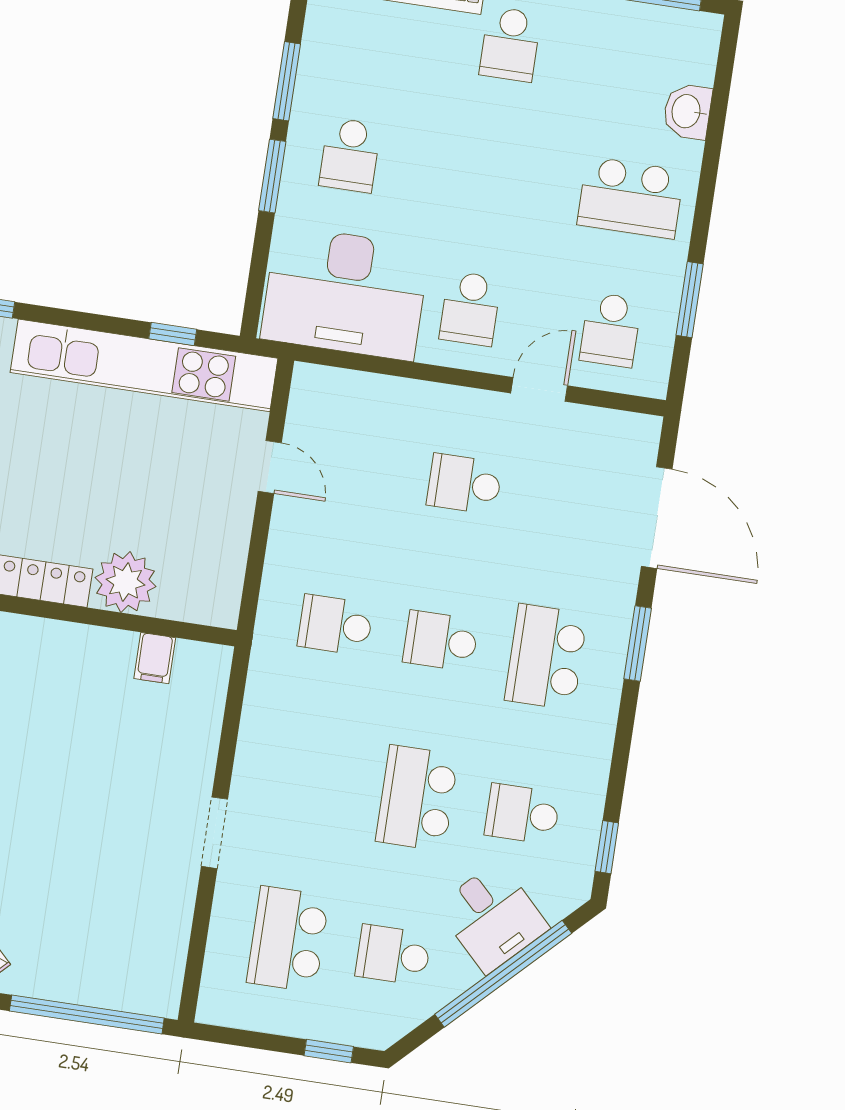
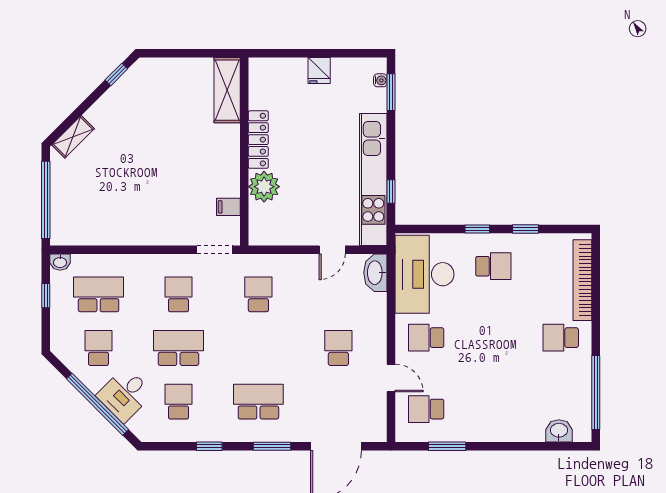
window: (287, 81) -> (526, 229), width x0.67
washbasin: (687, 111) -> (559, 431), moved
school desk: (350, 155) -> (493, 266), turned 180
window: (272, 176) -> (477, 229), width x0.67
school desk: (631, 198) -> (493, 409), removed
washbasin: (328, 389) -> (375, 273), added
school desk: (441, 641) -> (178, 294), moved
doorway: (214, 833) -> (215, 250), moved
window: (607, 847) -> (209, 446), moved
washbasin: (213, 1005) -> (60, 262), added
window: (329, 1051) -> (46, 296), moved

